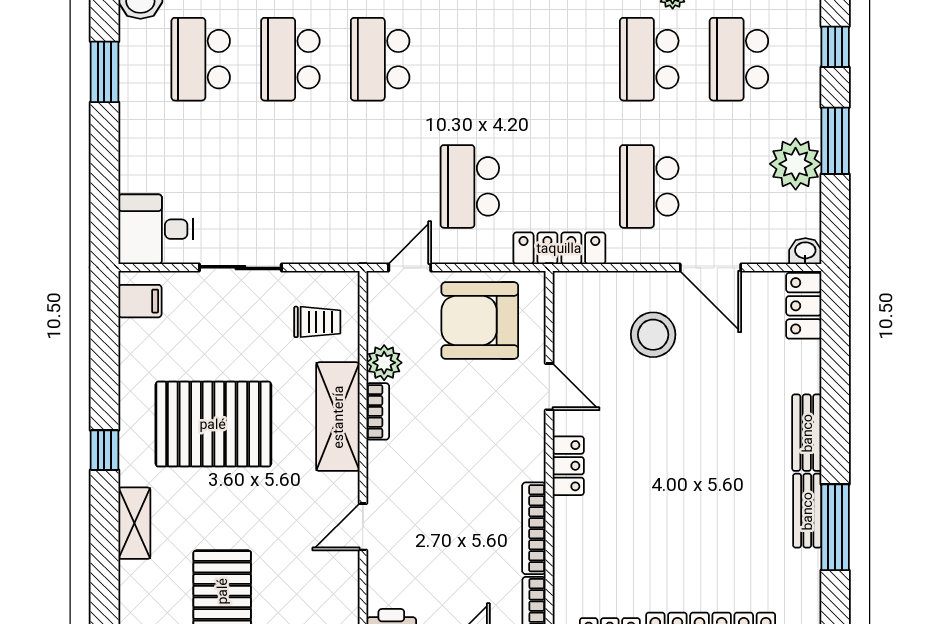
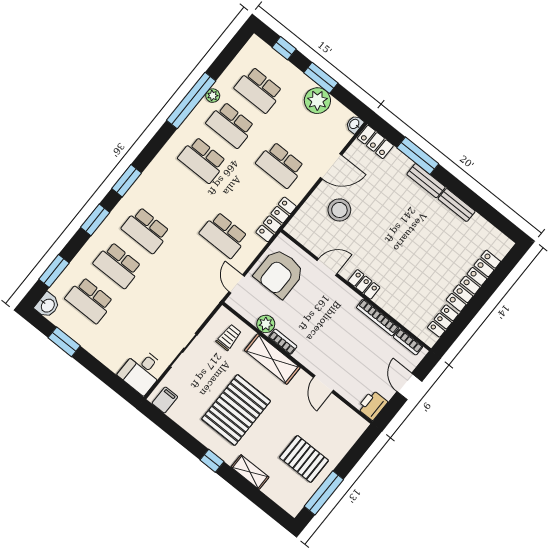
school desk: (560, 59) -> (202, 160), added
window: (835, 527) -> (418, 156), moved

